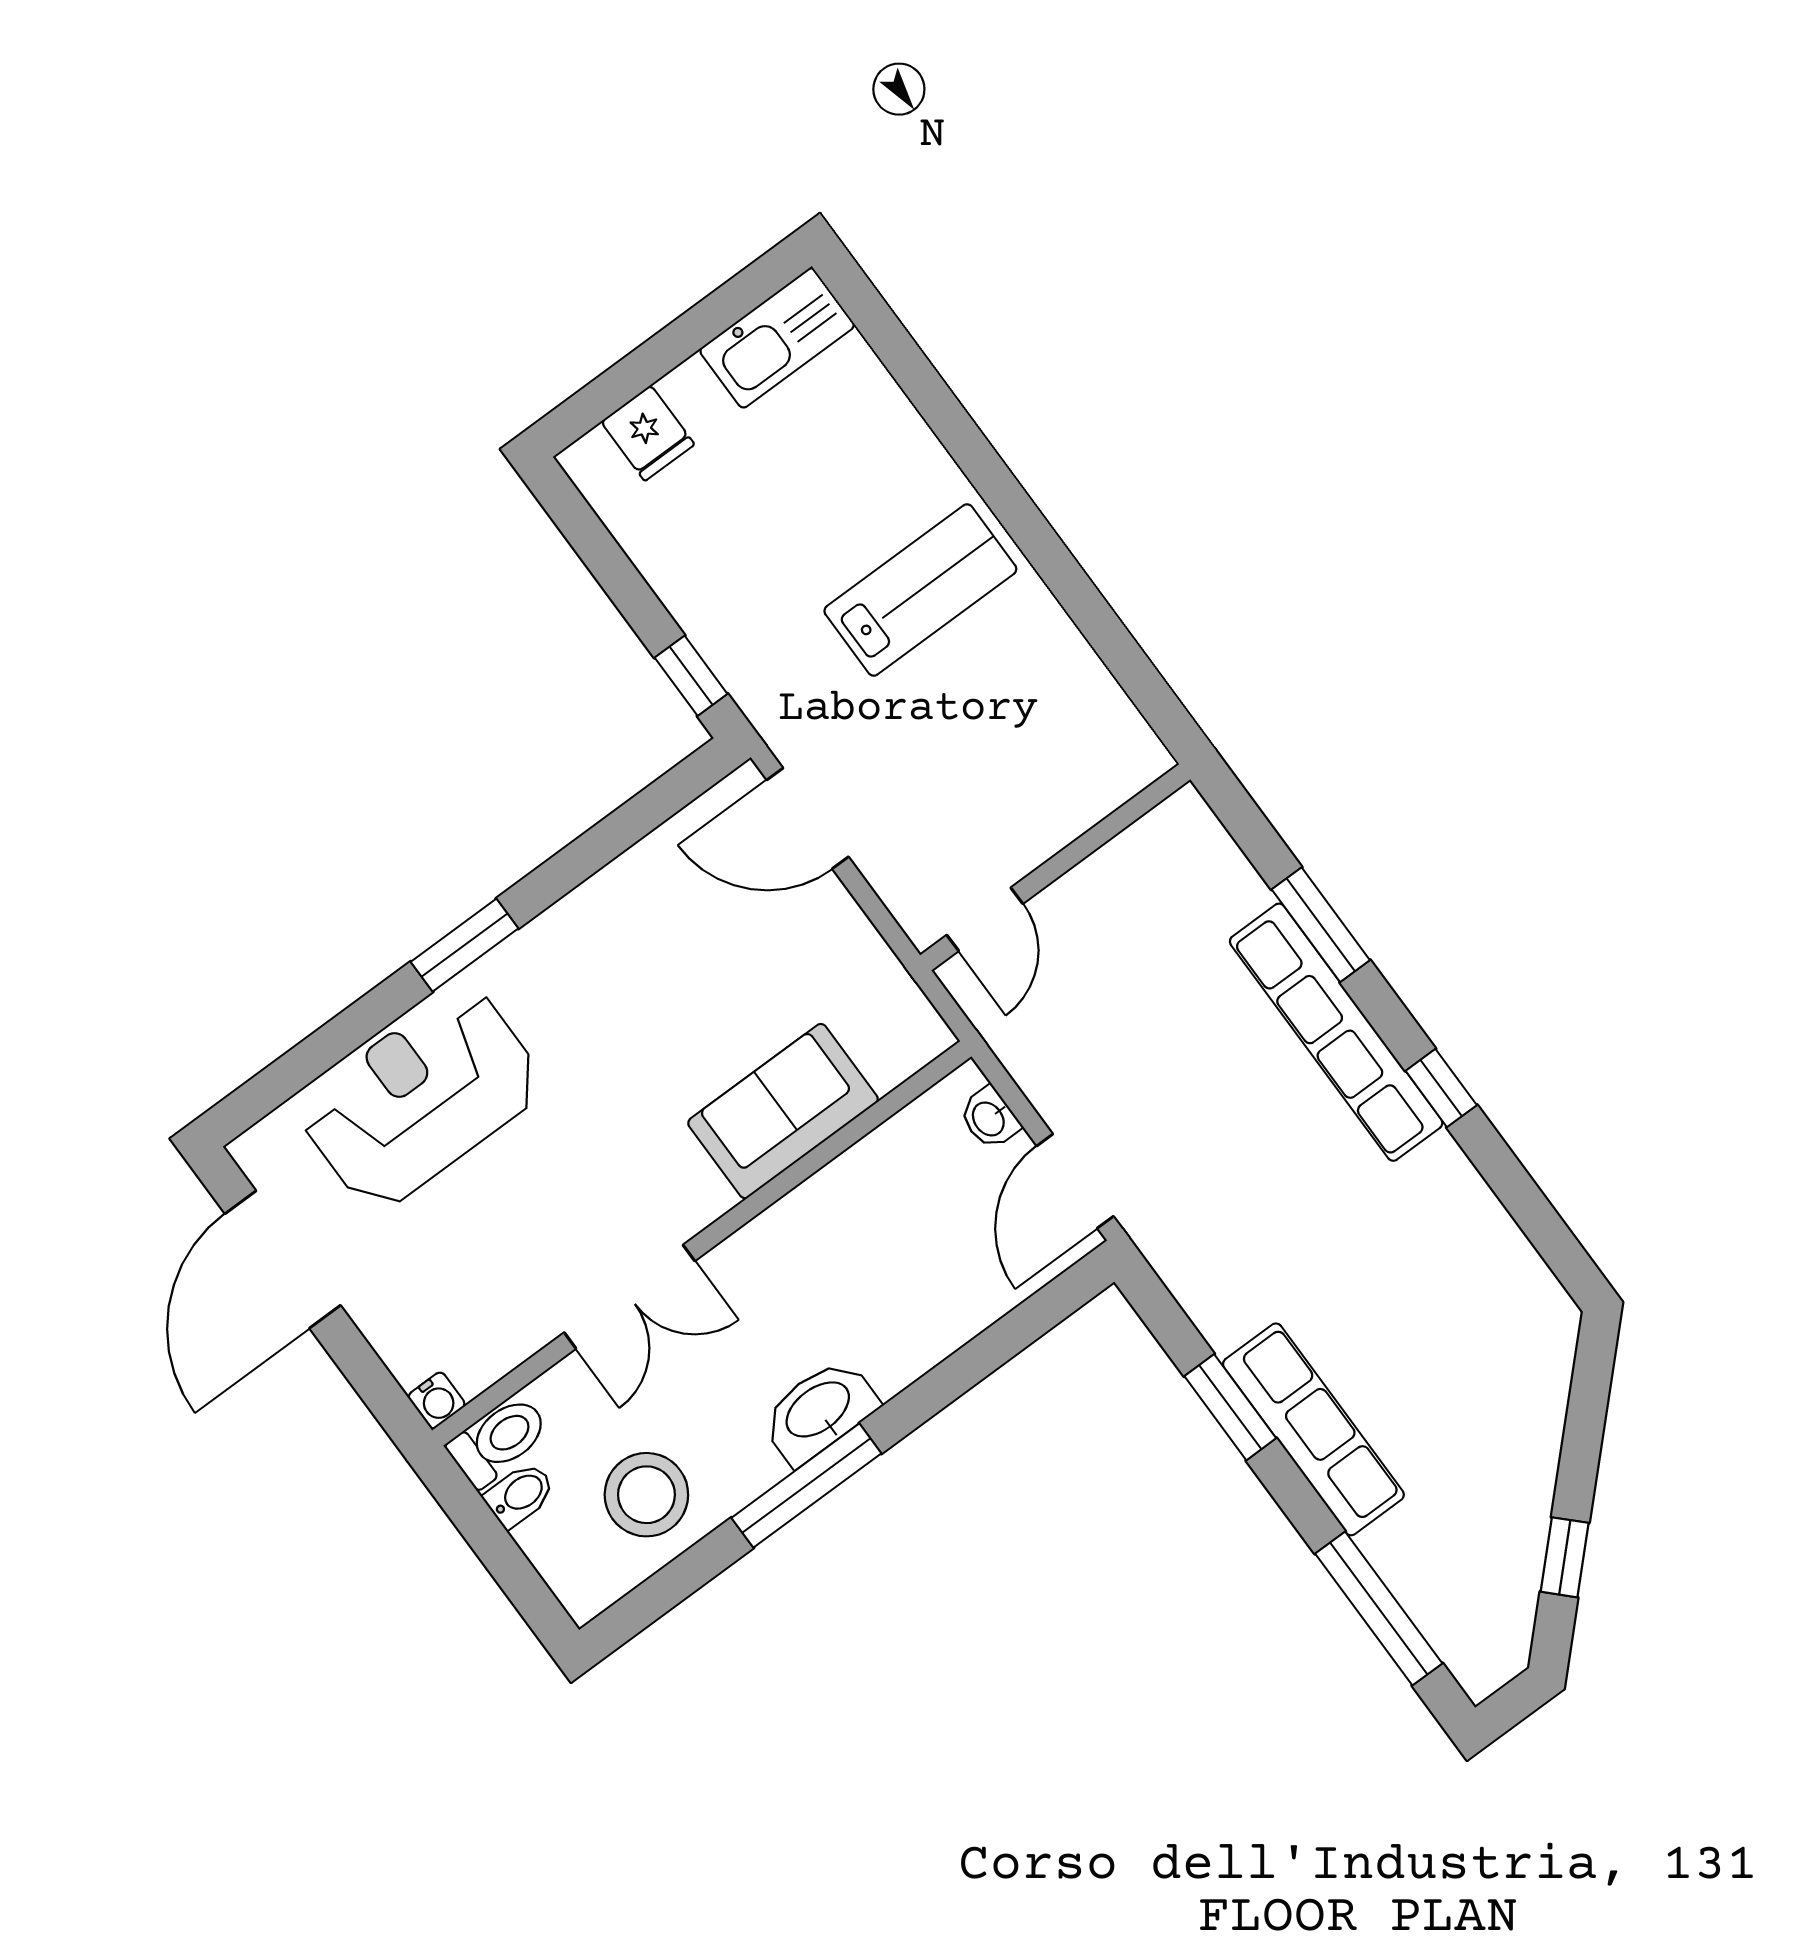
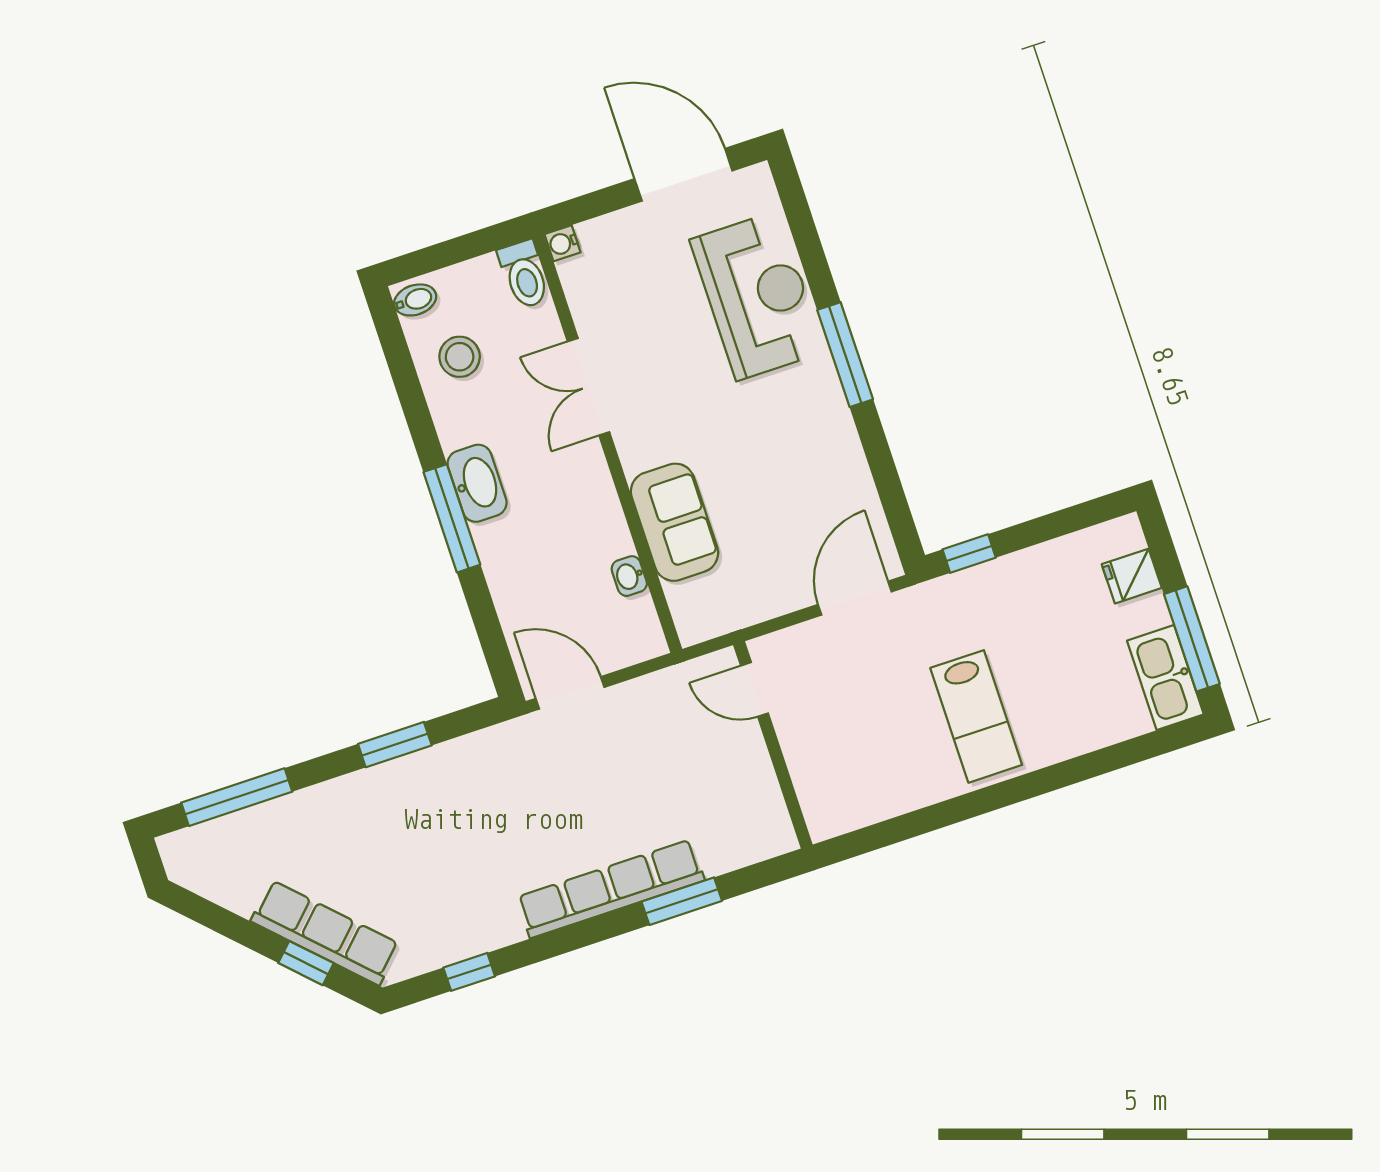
window: (710, 318) -> (1192, 639), added
window: (464, 945) -> (845, 355), width x1.44
window: (1441, 1088) -> (469, 972), moved
washbasin: (989, 1118) -> (629, 576), moved, turned -90
row of seats: (1313, 1429) -> (325, 933), moved, turned -135
window: (806, 1486) -> (452, 518), moved
bidet: (520, 1495) -> (415, 300), moved, turned -90
stool: (646, 1495) -> (460, 357), width x0.73, depth x0.73
window: (1565, 1557) -> (306, 963), moved

